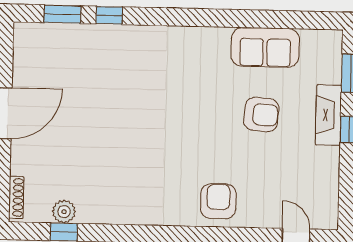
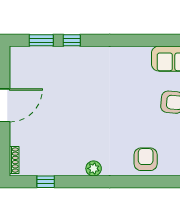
plant: (64, 212) -> (94, 168), moved

